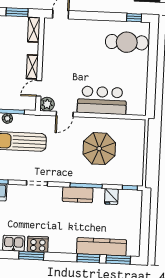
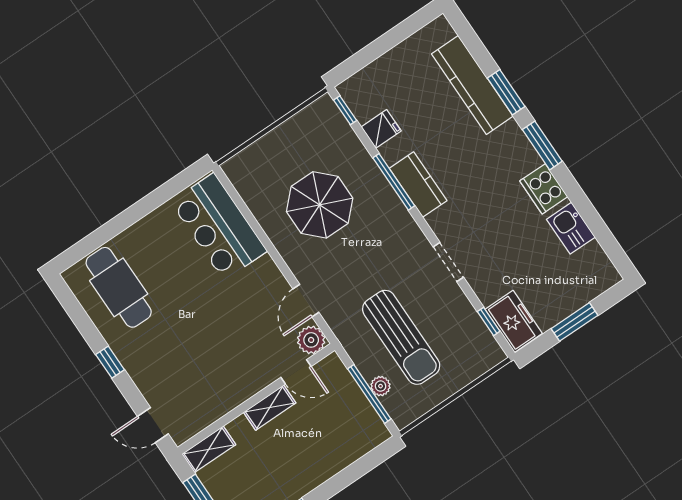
window: (134, 18) -> (110, 362), moved
bar counter: (102, 100) -> (219, 226), moved
door: (65, 114) -> (306, 301), swing flipped
window: (31, 256) -> (542, 145), moved
window: (118, 260) -> (473, 43), removed

